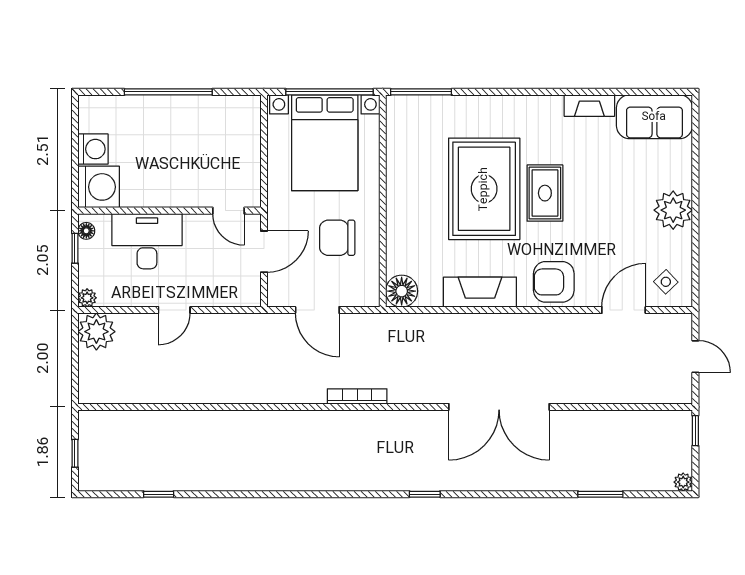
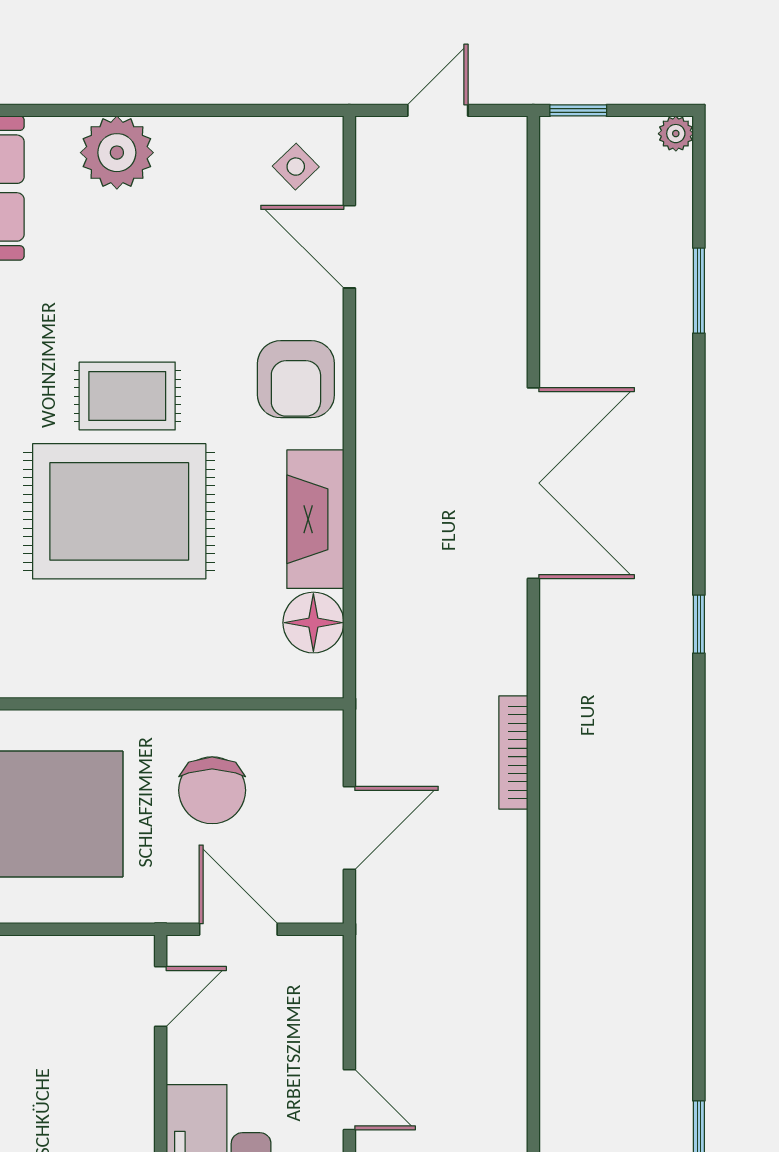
plant: (673, 210) -> (117, 153), moved
floor lamp: (402, 291) -> (313, 623), moved

